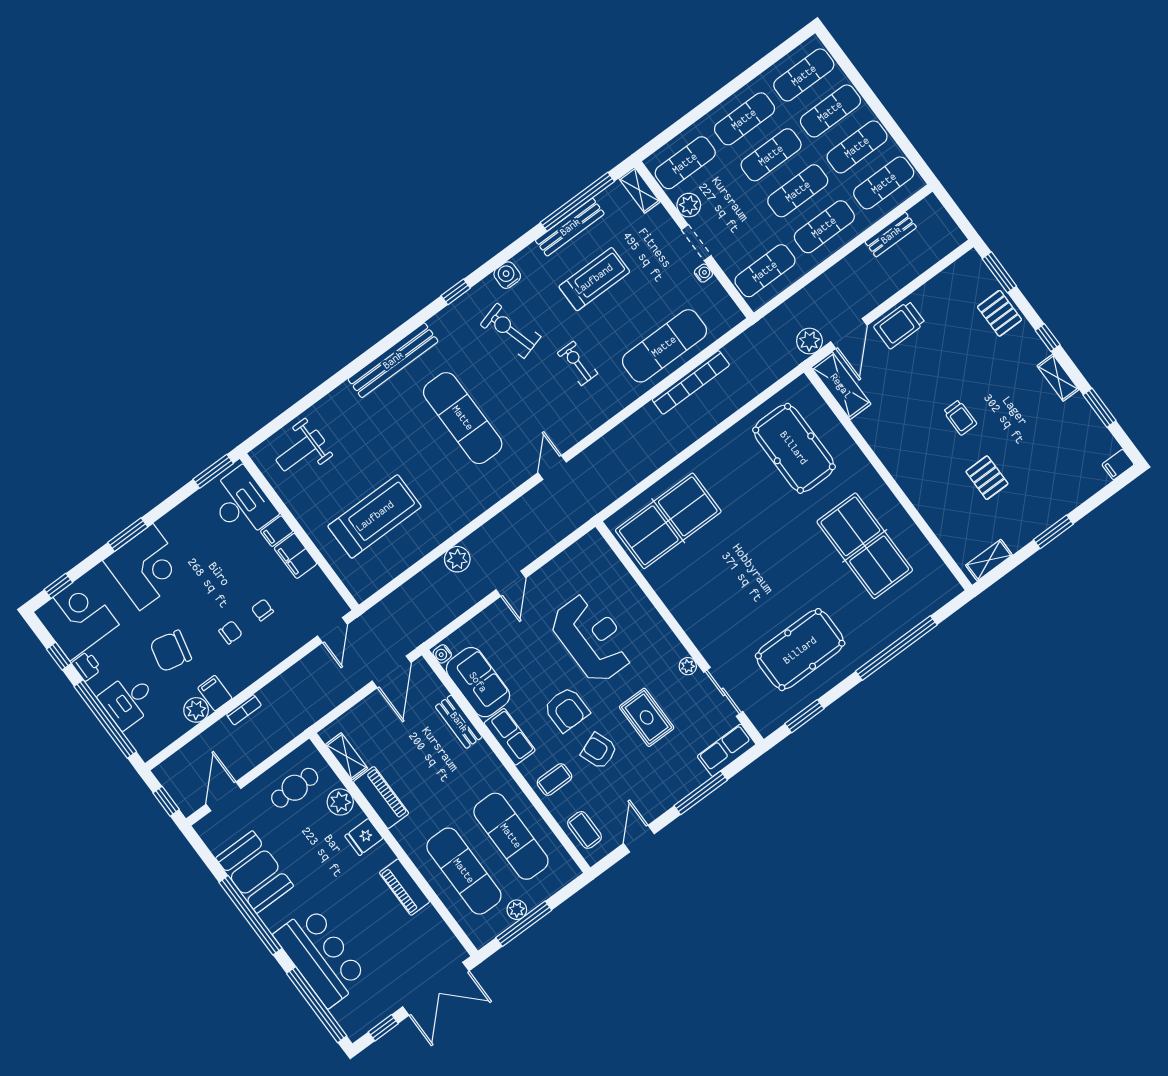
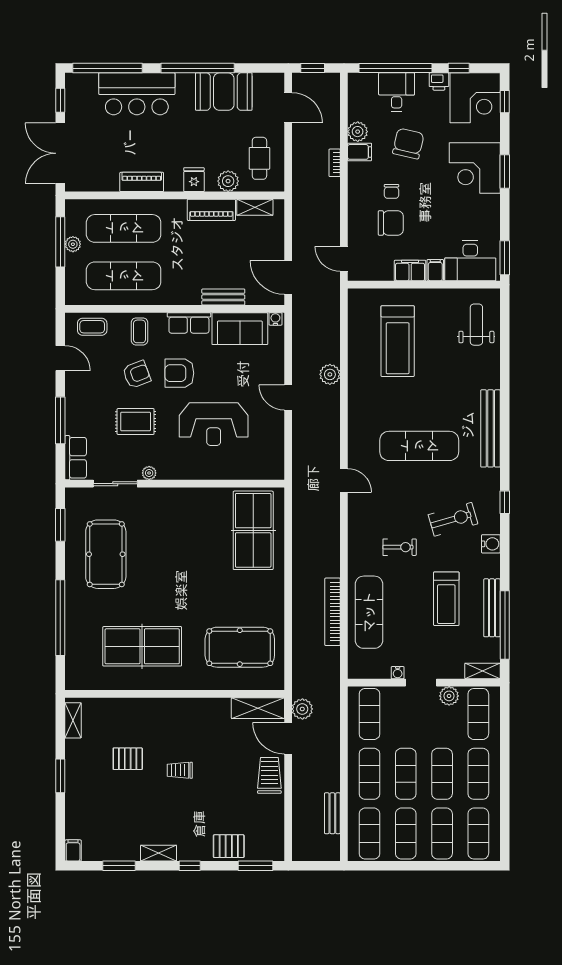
chair: (262, 610) -> (391, 223), width x1.87, depth x1.87

